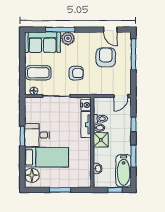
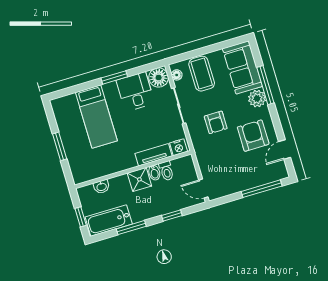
armchair: (106, 57) -> (253, 136), moved, turned -90
desk: (37, 135) -> (135, 92), moved
floor lamp: (32, 175) -> (159, 78), moved

